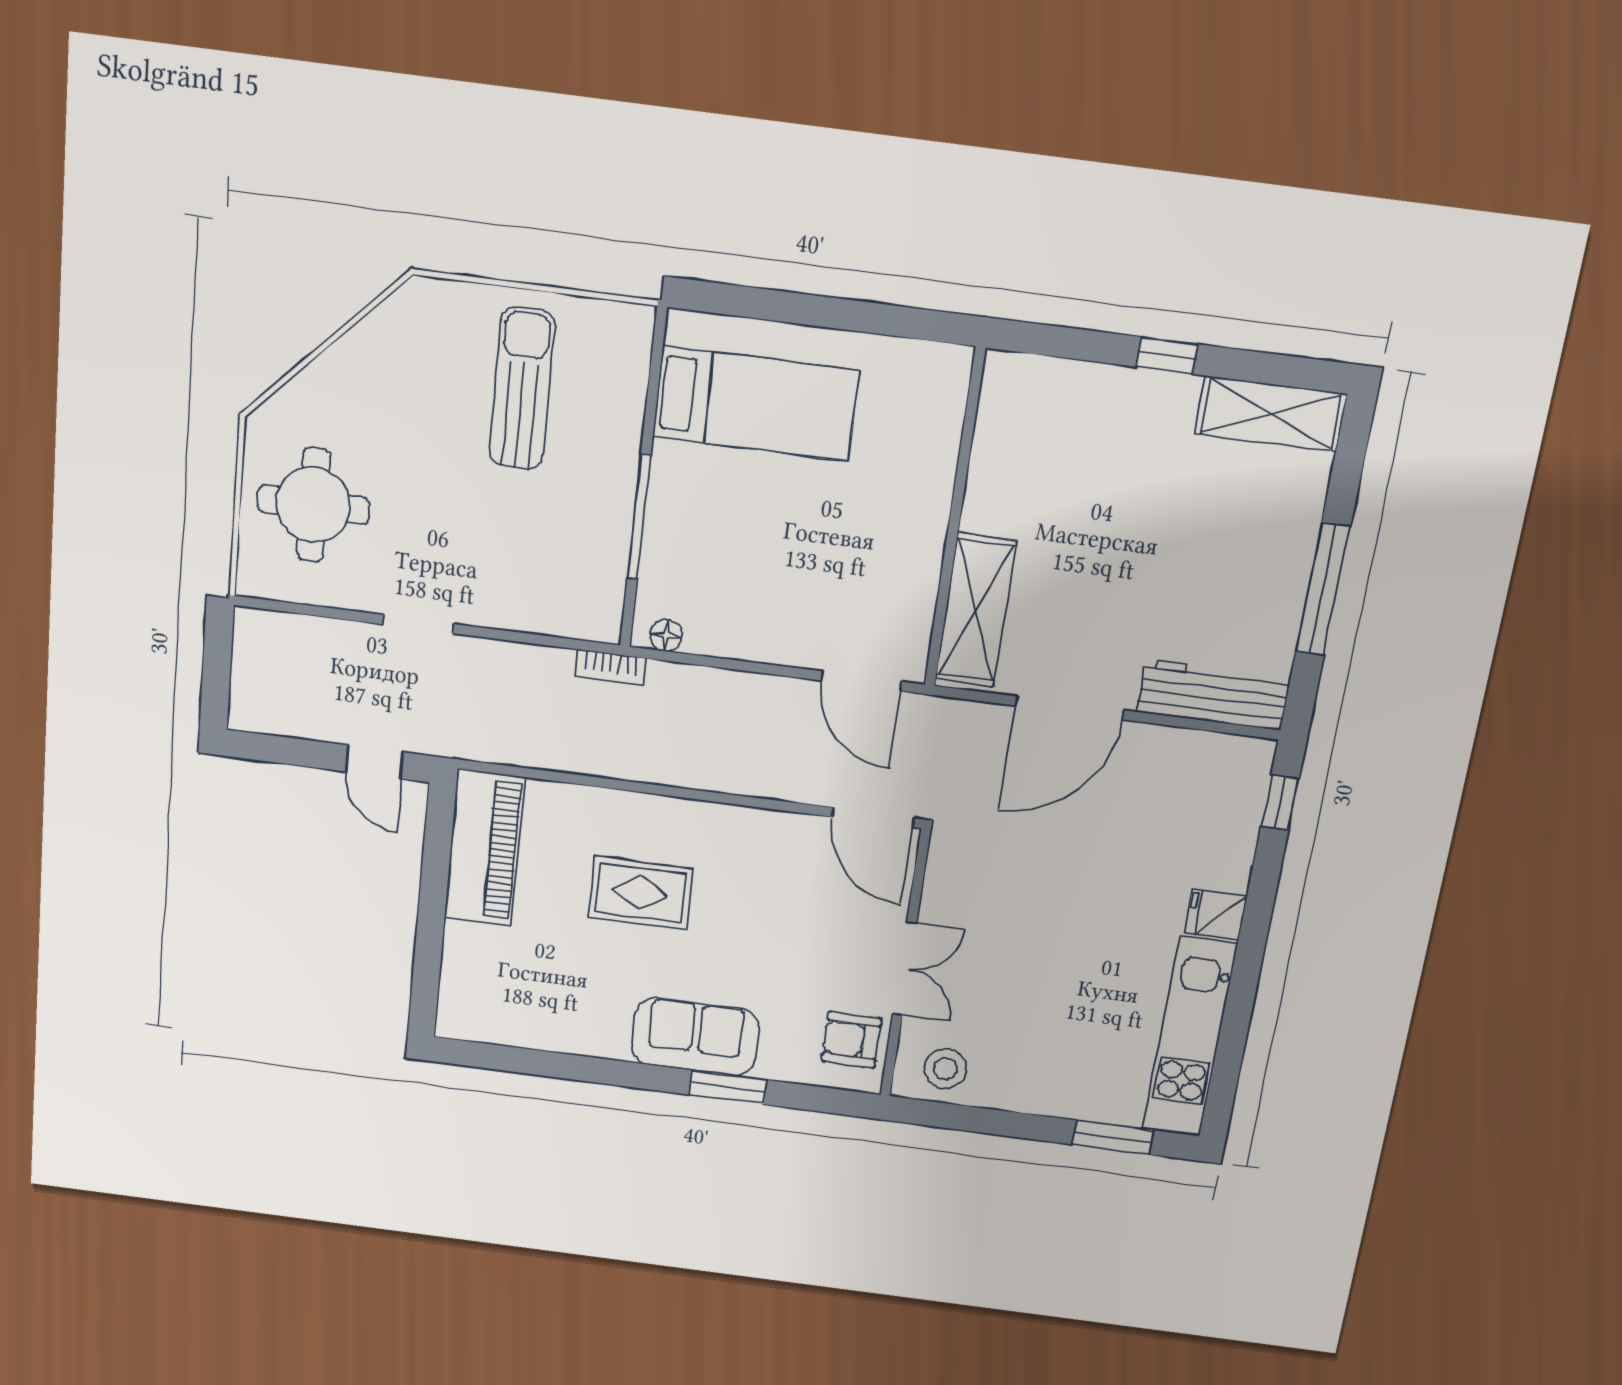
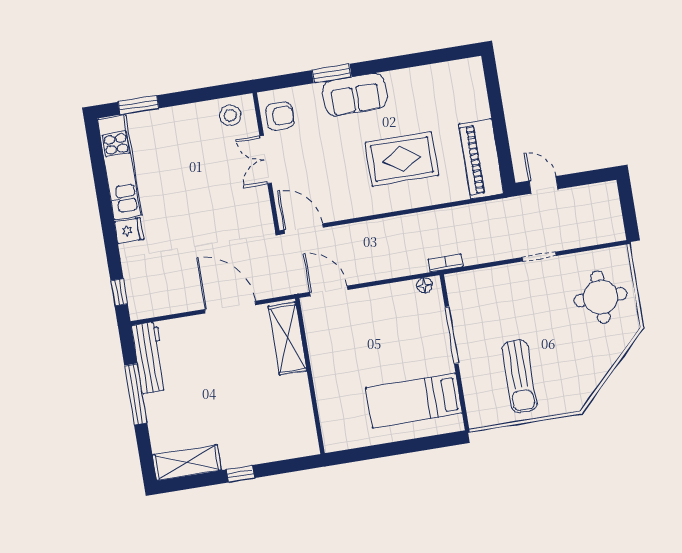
workbench: (1213, 694) -> (150, 358), moved, turned -90
door: (1070, 708) -> (230, 307), hinge flipped
rug: (640, 893) -> (402, 159), width x1.36, depth x1.43

